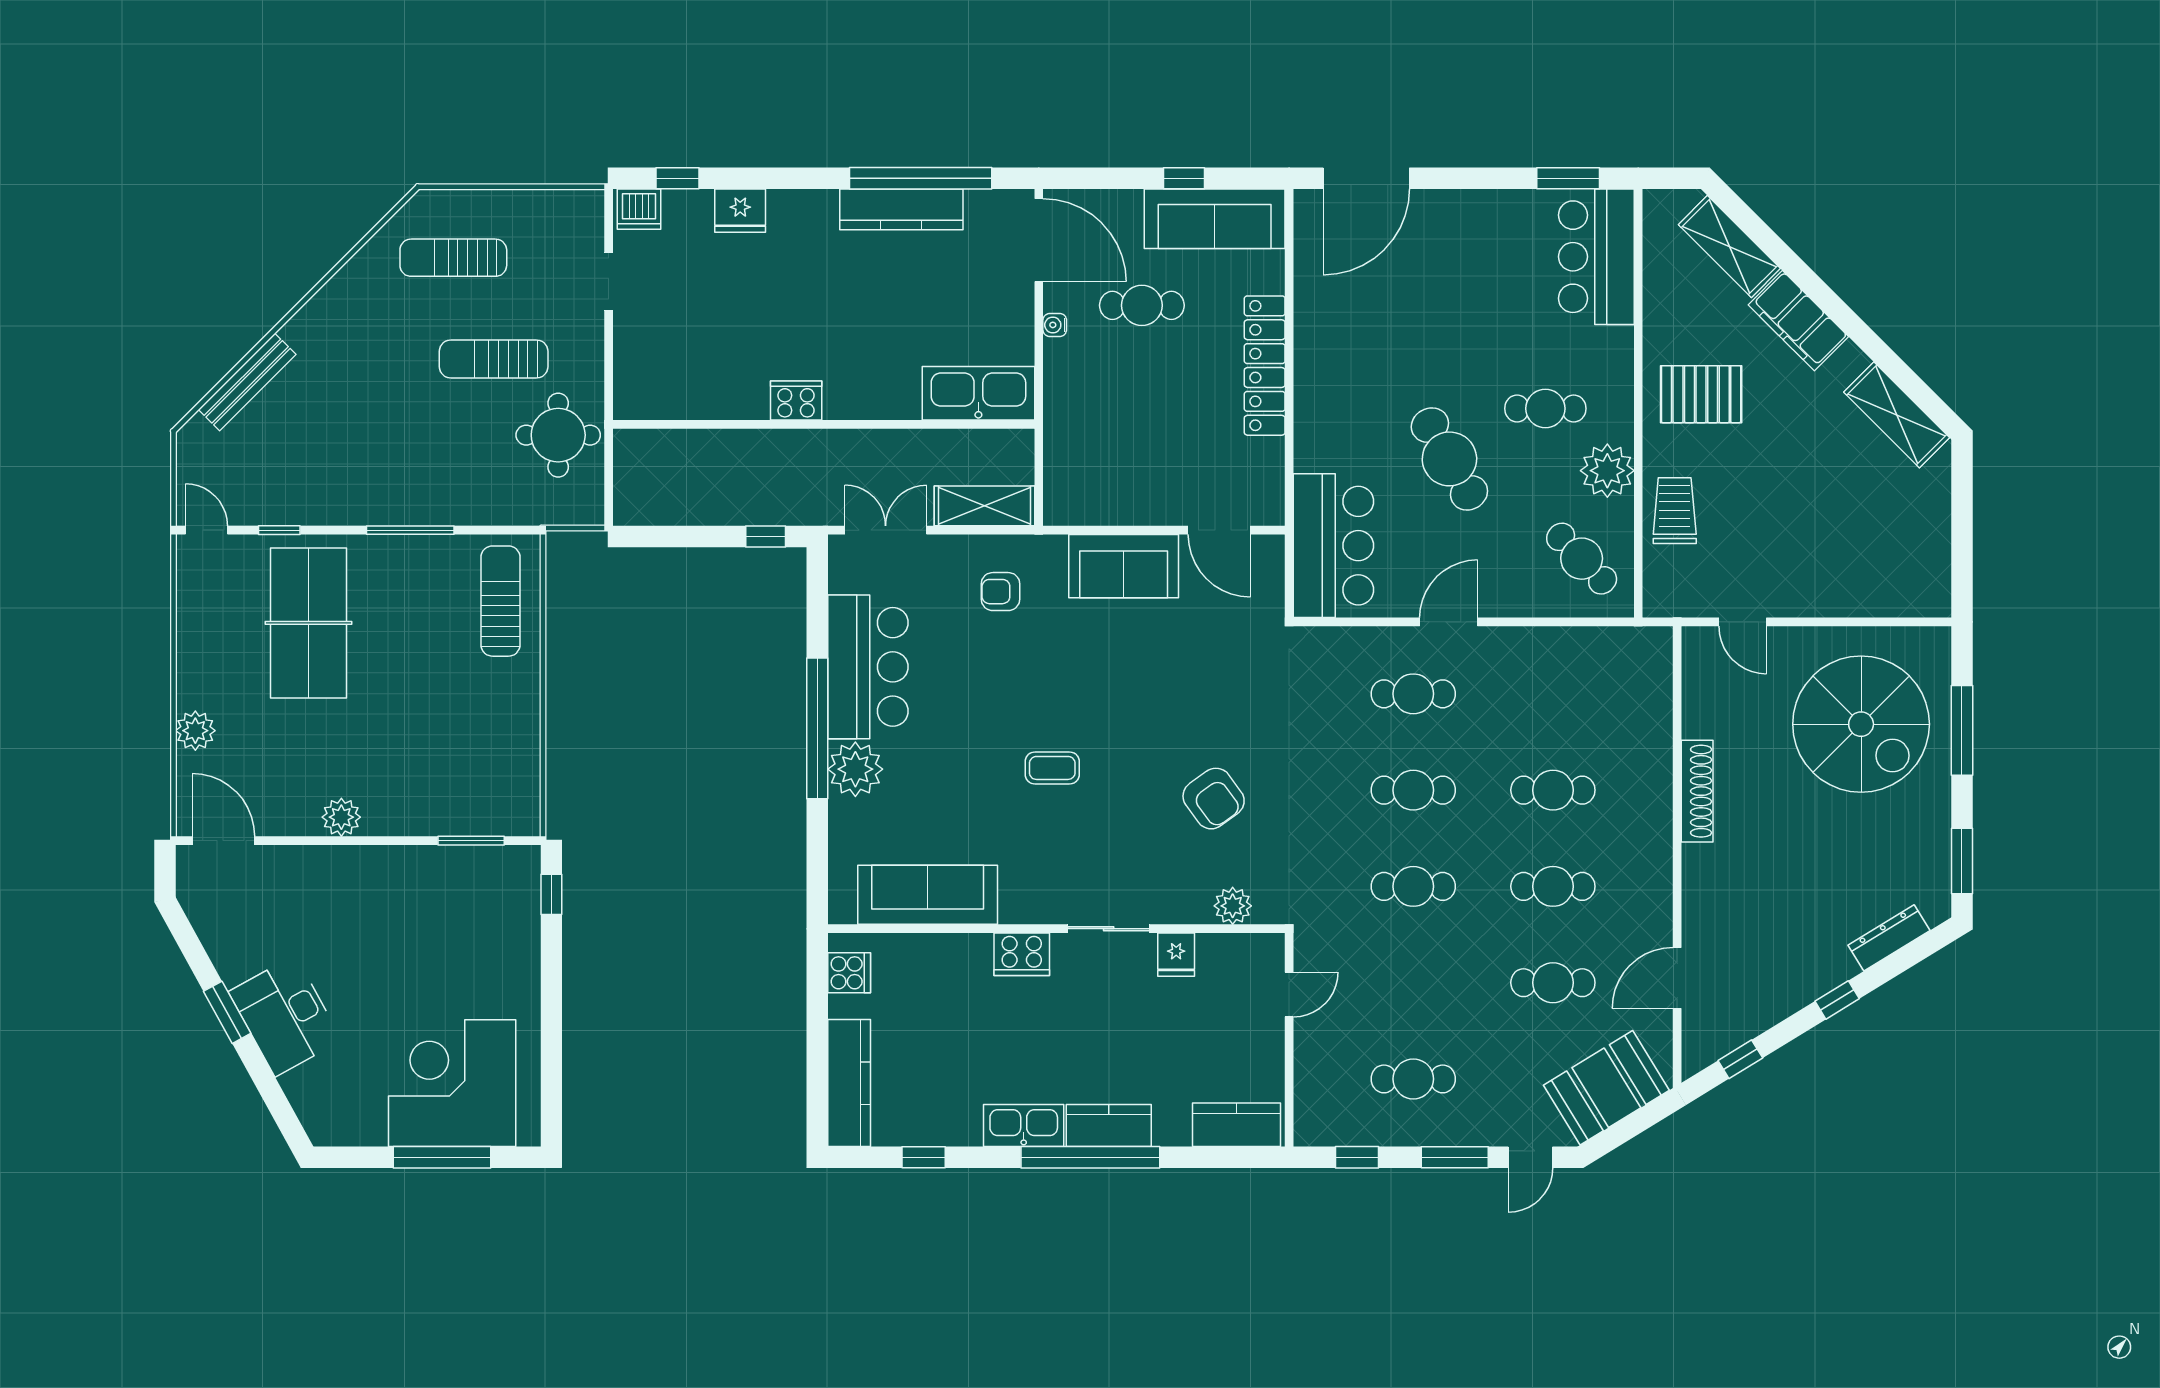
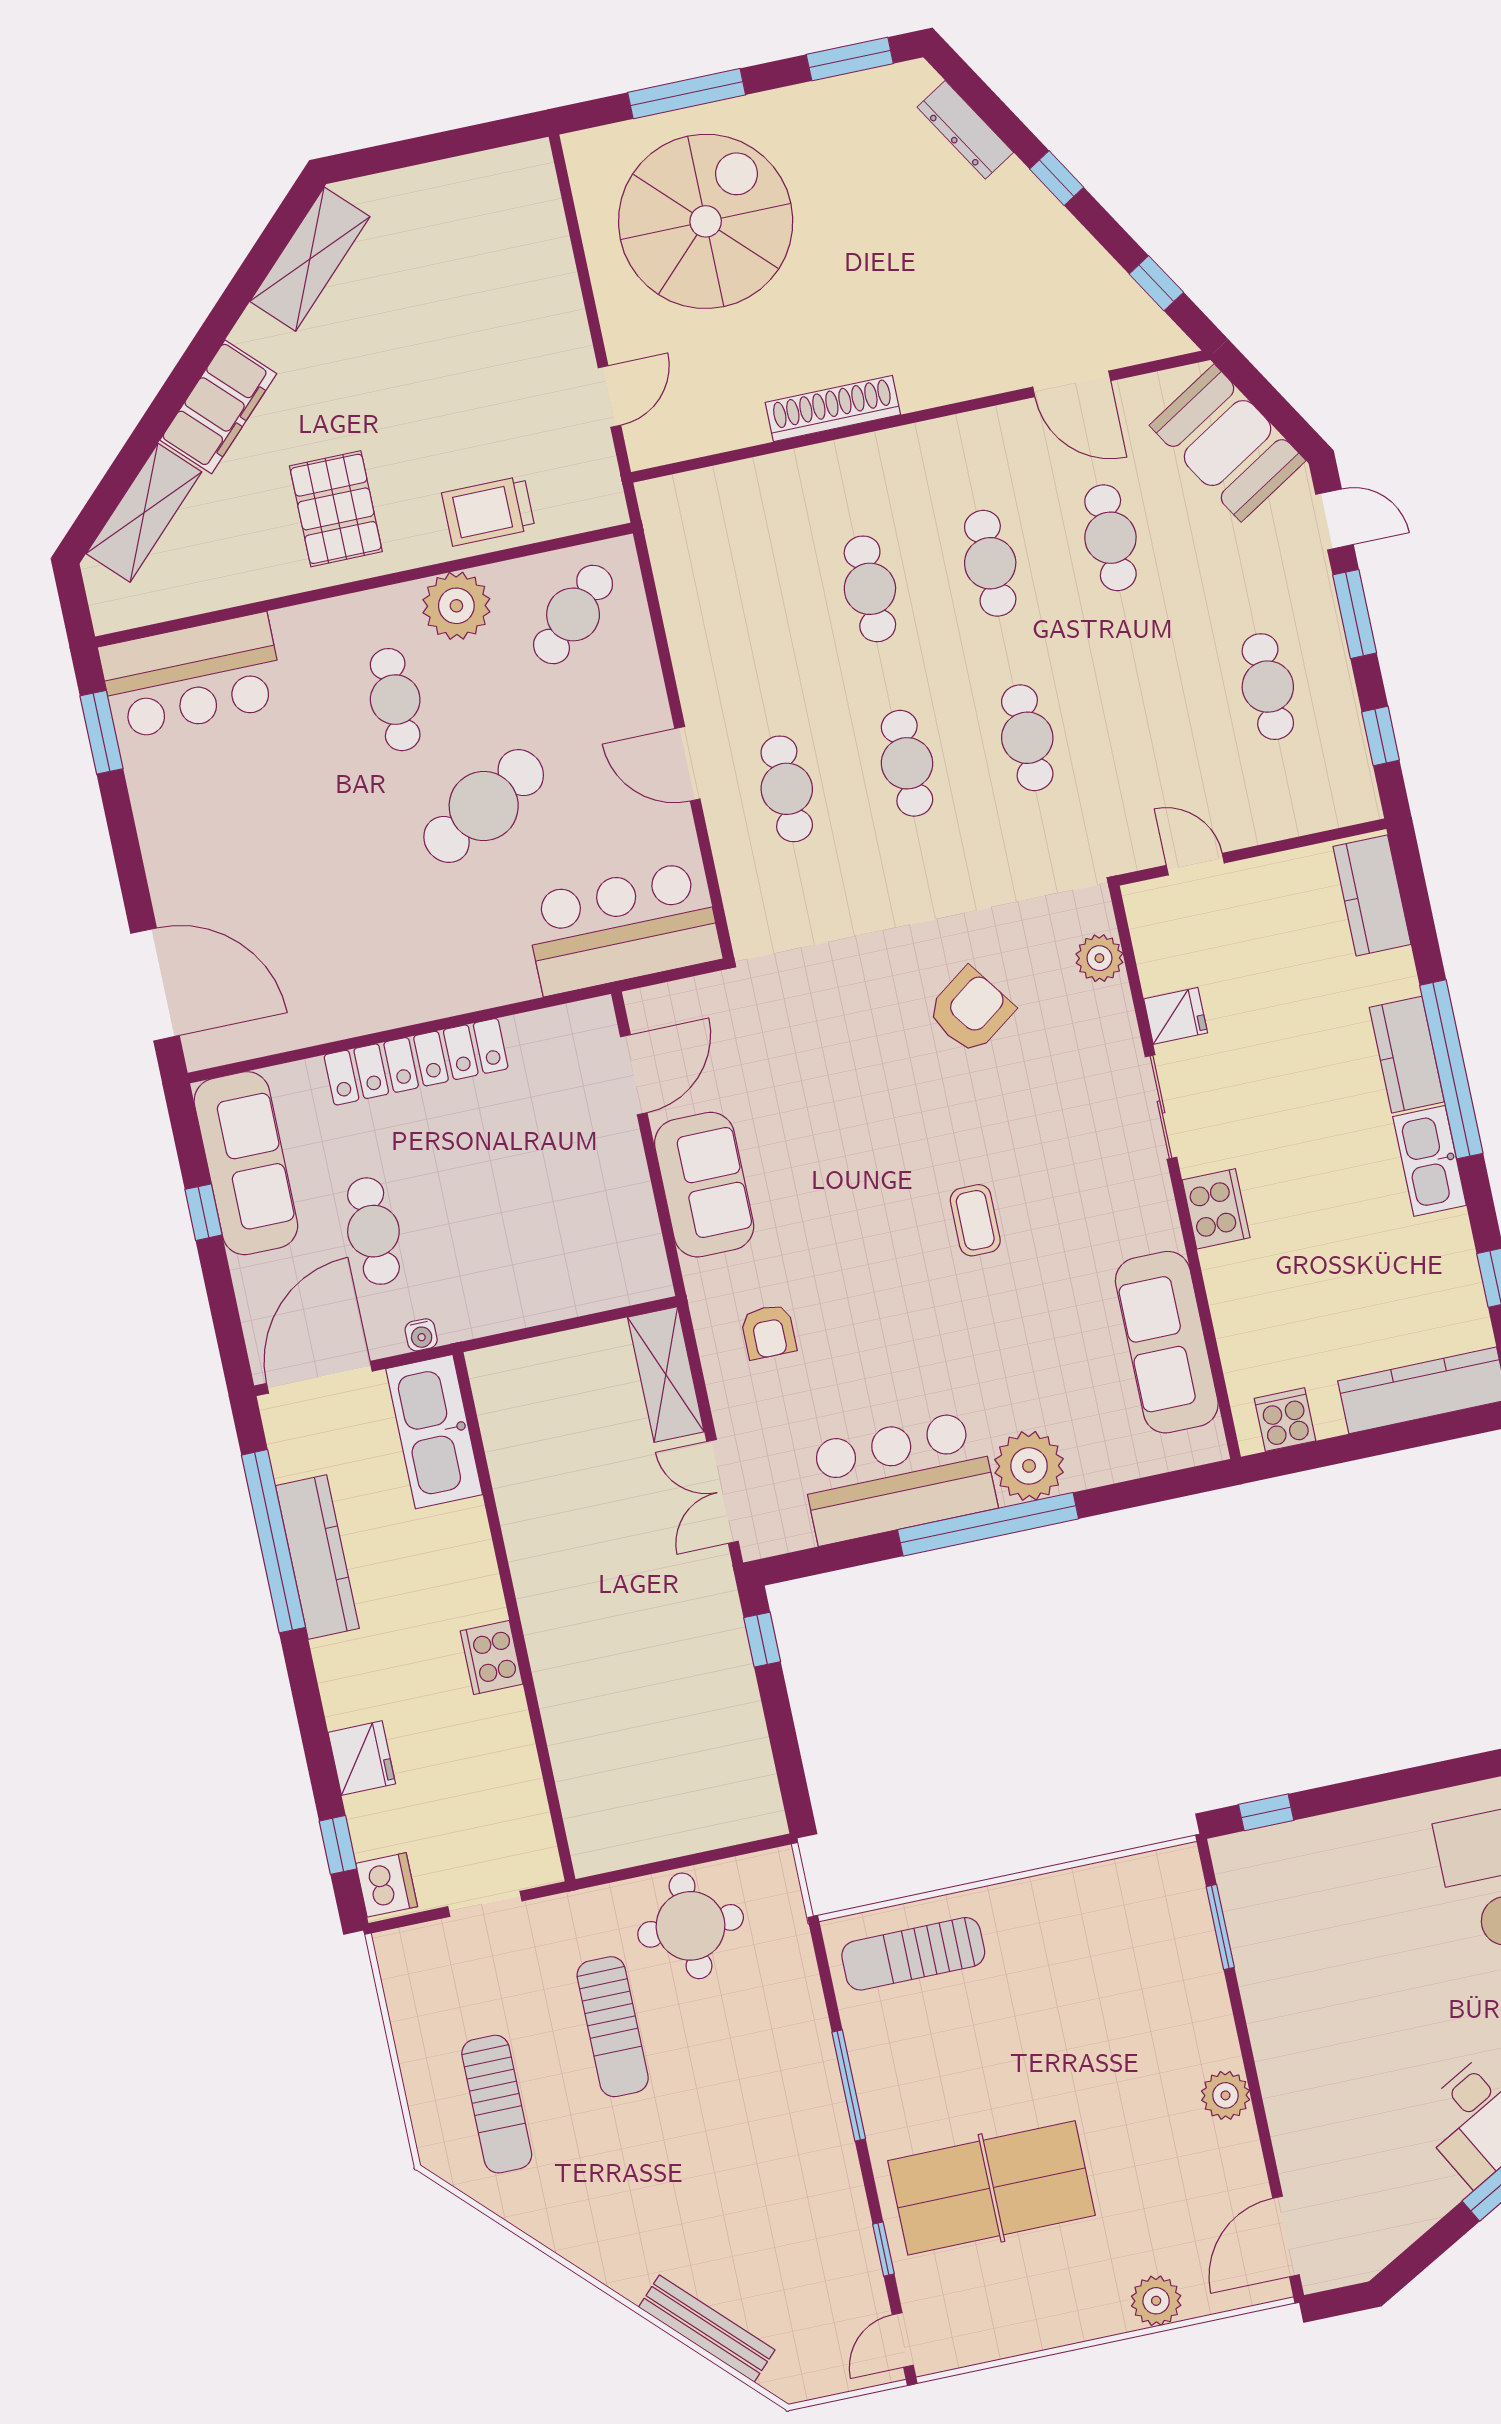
kitchen sink: (978, 393) -> (434, 1432), moved
cooker: (796, 400) -> (492, 1658), moved
wall: (824, 424) -> (514, 1617), moved

